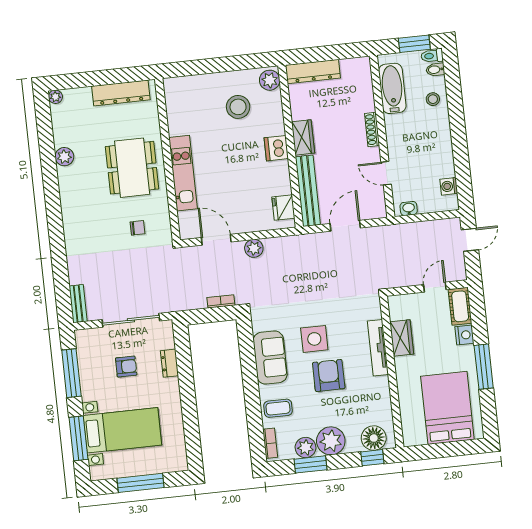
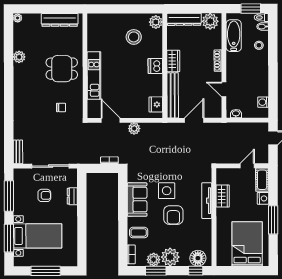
plant: (354, 70) -> (210, 21), added
dining table: (132, 168) -> (62, 69), width x0.73
armchair: (329, 375) -> (173, 215), turned 180

